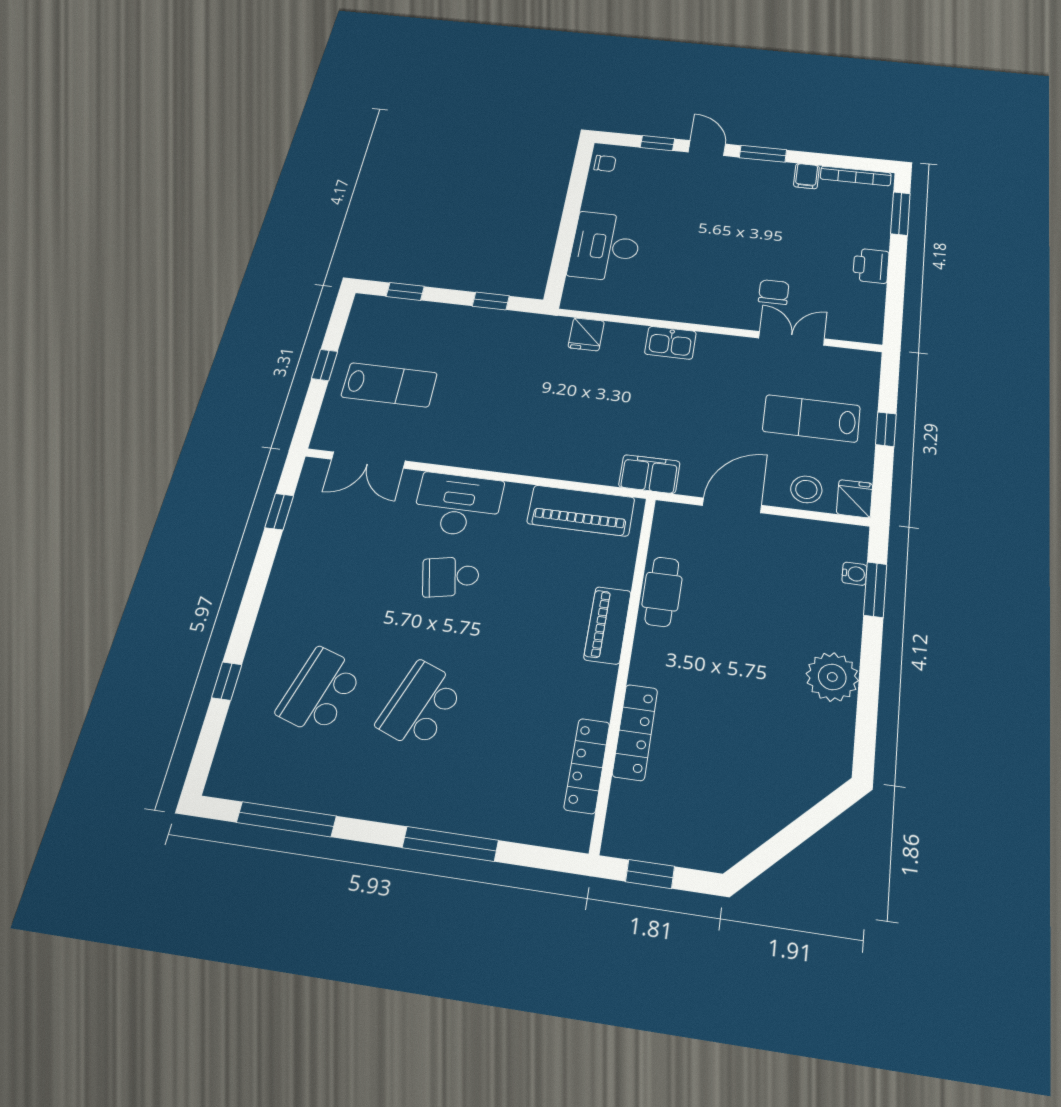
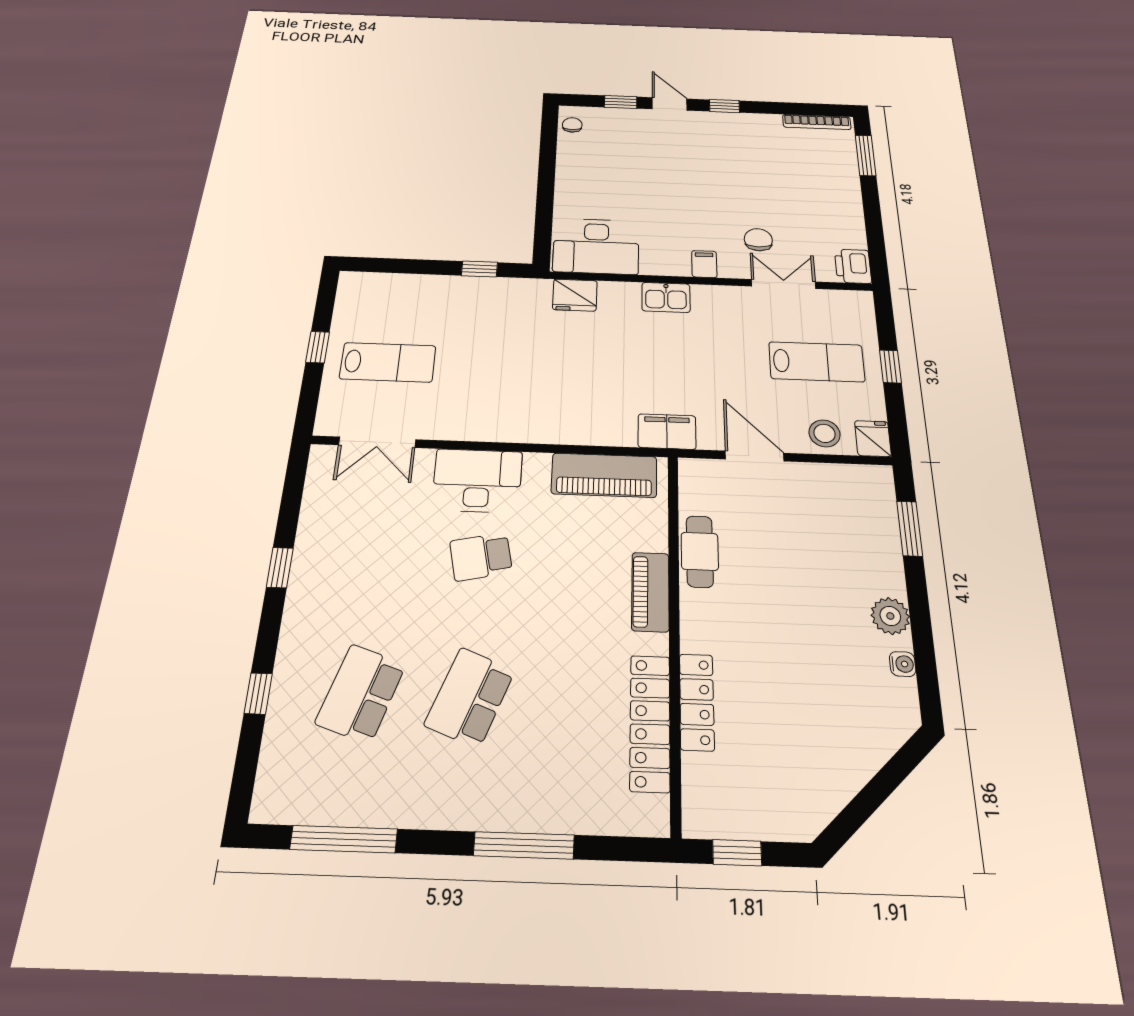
window: (763, 154) -> (724, 106), width x0.67
chair: (605, 163) -> (572, 125), turned -90
filing cabinet: (806, 176) -> (704, 264), moved, turned 180
desk: (605, 246) -> (596, 246), moved, turned -90
printer: (871, 266) -> (853, 266), moved
window: (405, 291) -> (391, 266), removed
fridge: (586, 334) -> (575, 295), width x1.38
lab bench: (811, 418) -> (817, 362), turned 180
door: (732, 505) -> (754, 456), hinge flipped
window: (279, 512) -> (280, 568), moved
water cooler: (854, 574) -> (903, 664), moved
plant: (832, 677) -> (890, 616), width x0.73, depth x0.73
locker: (587, 766) -> (650, 722), width x1.41, depth x1.21

